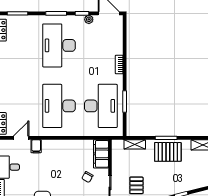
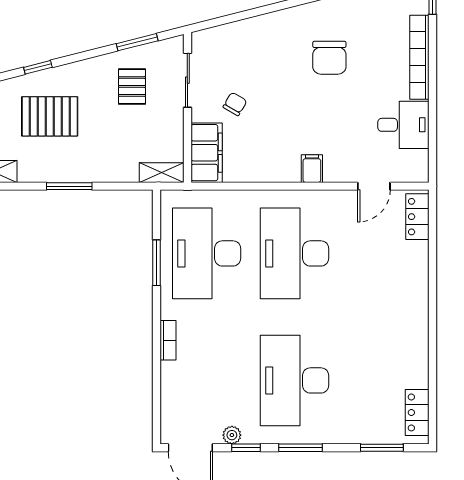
desk: (59, 45) -> (295, 380), turned 180
desk: (59, 106) -> (295, 253), turned 180
shelving: (135, 144) -> (162, 173), moved
filing cabinet: (36, 146) -> (312, 169), moved
pallet: (168, 152) -> (50, 116), moved

